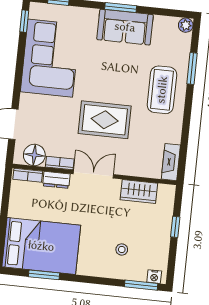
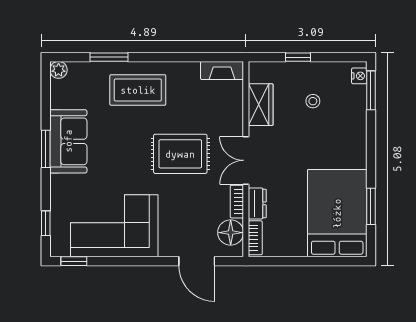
rug: (105, 120) -> (180, 154), turned 90
stool: (122, 249) -> (313, 101), moved

